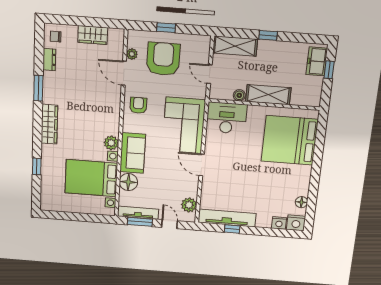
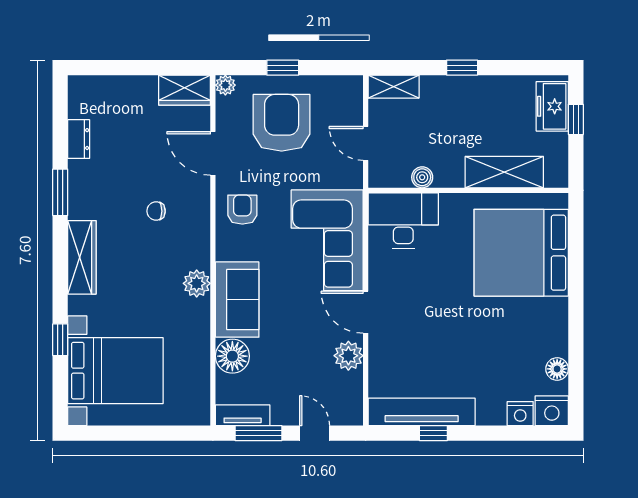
wardrobe: (93, 35) -> (185, 90), moved
chair: (56, 37) -> (156, 211), moved
shelving: (235, 46) -> (394, 87), width x0.67, depth x0.75
plant: (132, 54) -> (225, 85), moved
shelving: (268, 95) -> (504, 172), moved
bed with nightstands: (91, 178) -> (115, 371), moved, turned 180
plant: (189, 205) -> (348, 356), moved
tv unit: (138, 213) -> (243, 415), width x0.71

